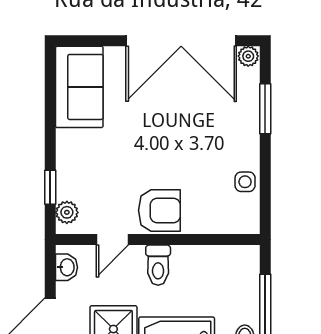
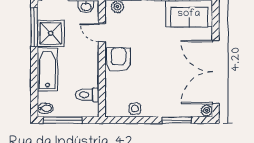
armchair: (159, 210) -> (118, 60), turned 180
toilet: (158, 265) -> (87, 95), moved

